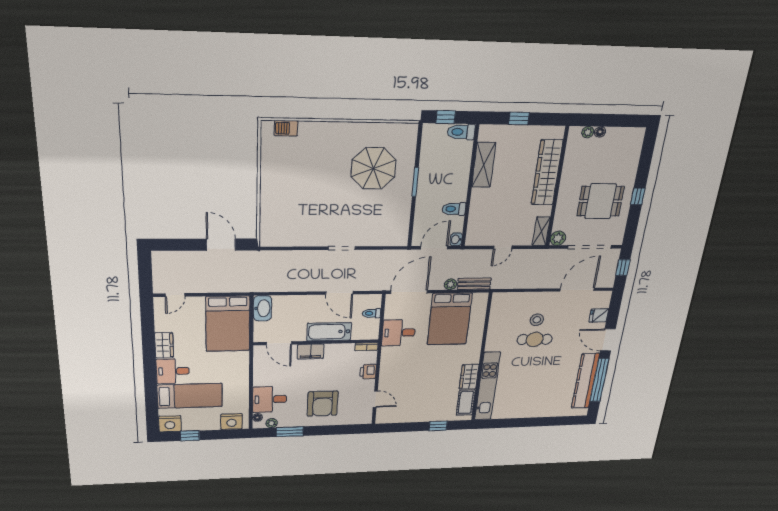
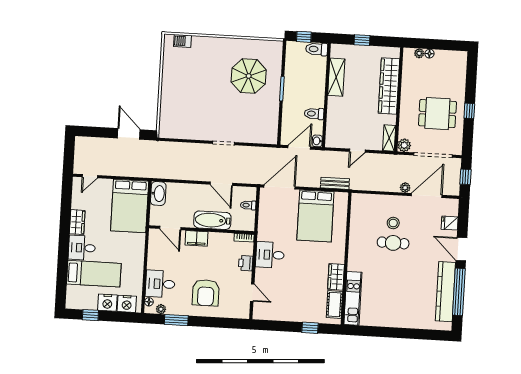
plant: (450, 284) -> (405, 188), moved
desk: (399, 333) -> (270, 255), moved
kitchen unit: (487, 386) -> (353, 298), width x0.73
nightstand: (170, 424) -> (107, 303), moved

